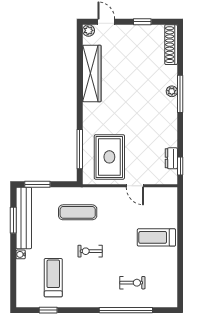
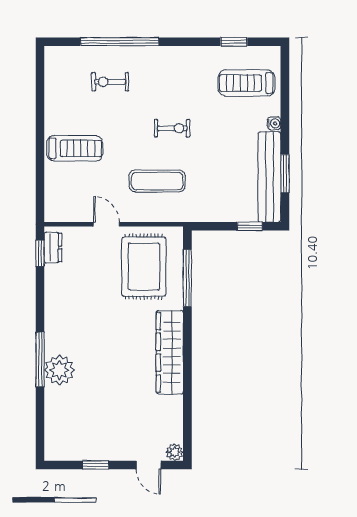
shoe rack: (171, 45) -> (53, 431), removed
wardrobe: (92, 73) -> (170, 352), moved
plant: (172, 91) -> (59, 370), width x1.87, depth x1.87
dresser: (171, 158) -> (53, 247), moved
window: (37, 184) -> (250, 226), width x0.67
exercise mat: (78, 212) -> (157, 181), moved
treadmill: (53, 278) -> (246, 83), moved, turned 90

